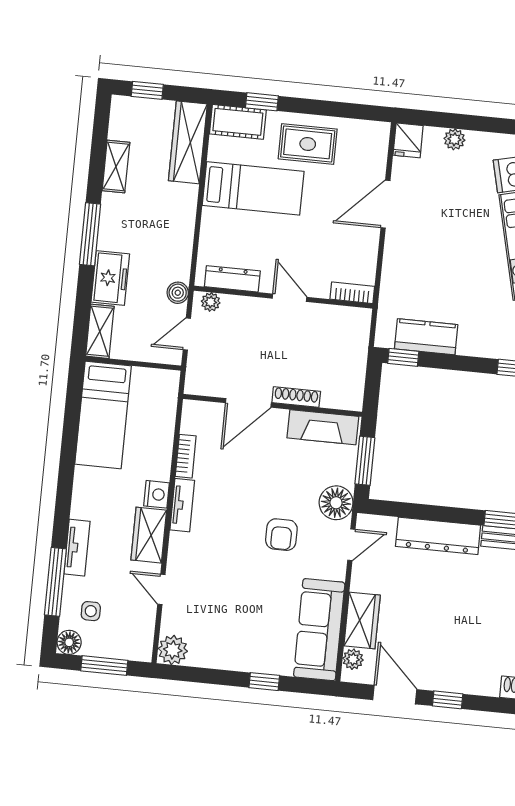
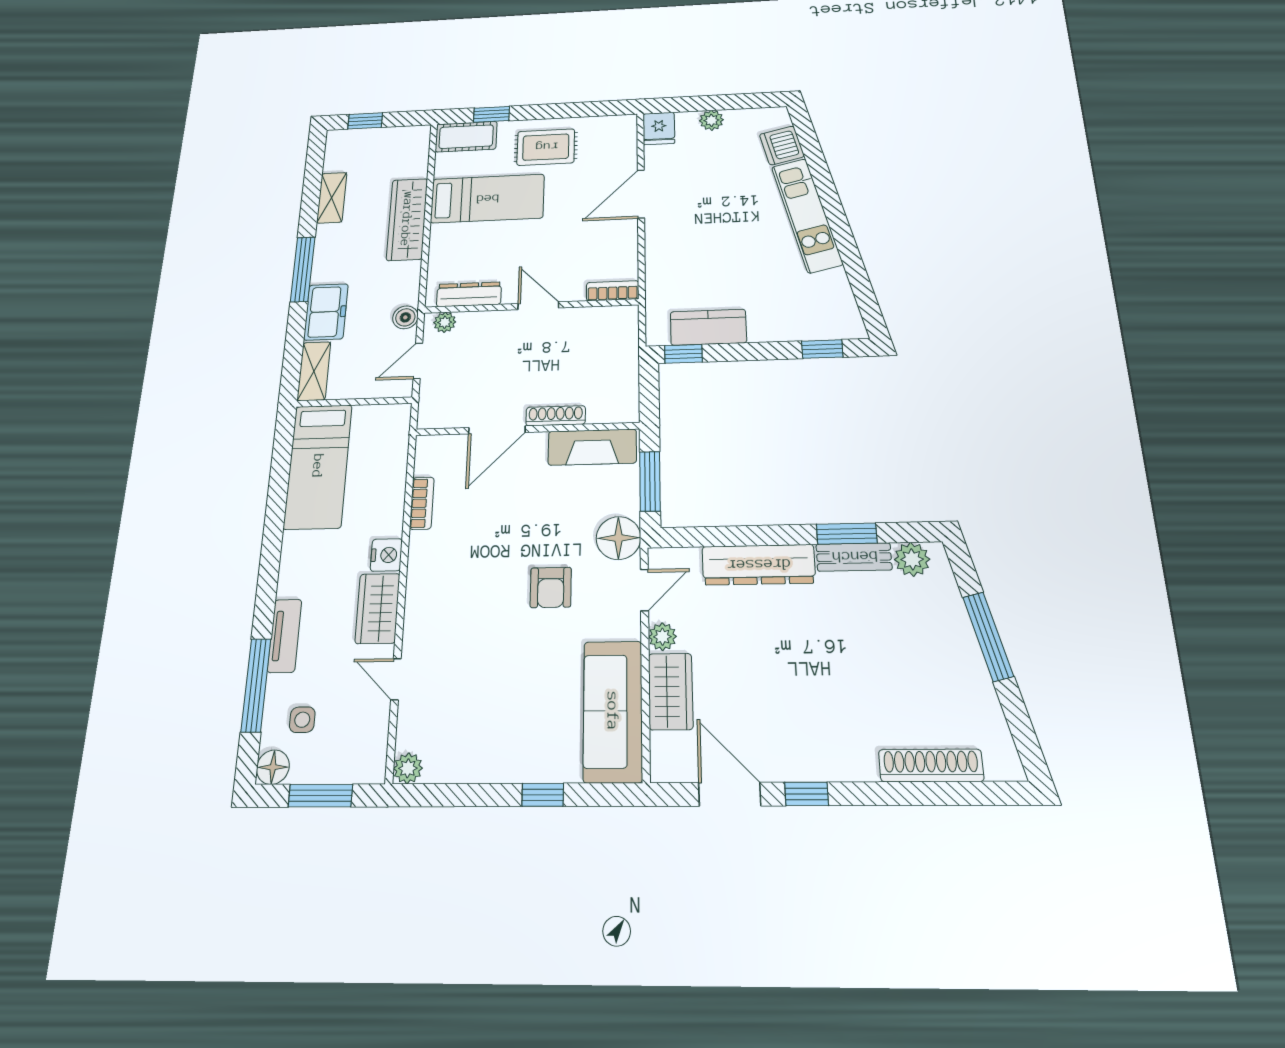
wardrobe: (188, 142) -> (407, 219), moved
tv unit: (182, 505) -> (420, 565), removed
plant: (173, 650) -> (408, 768), width x0.73, depth x0.73
plant: (353, 659) -> (662, 637), moved

